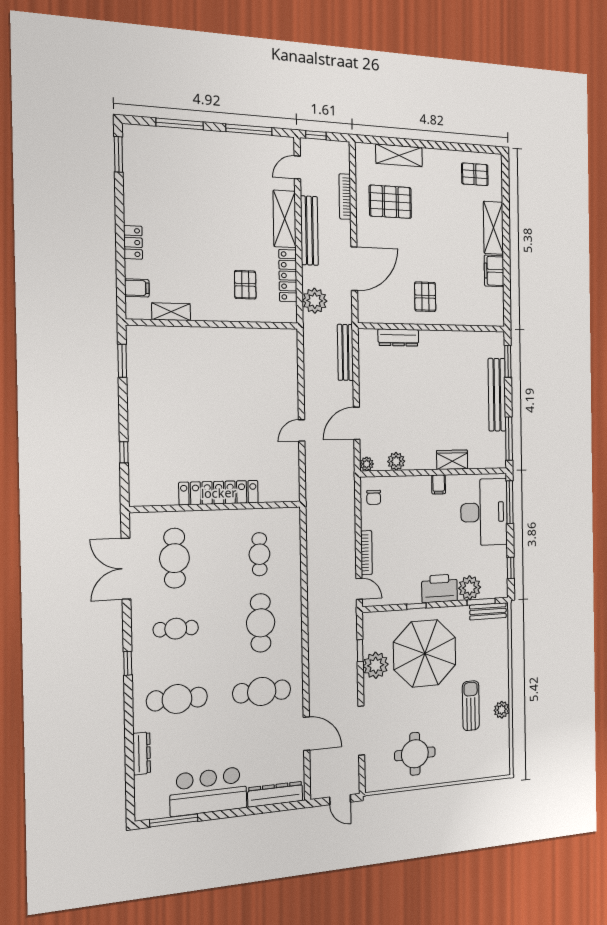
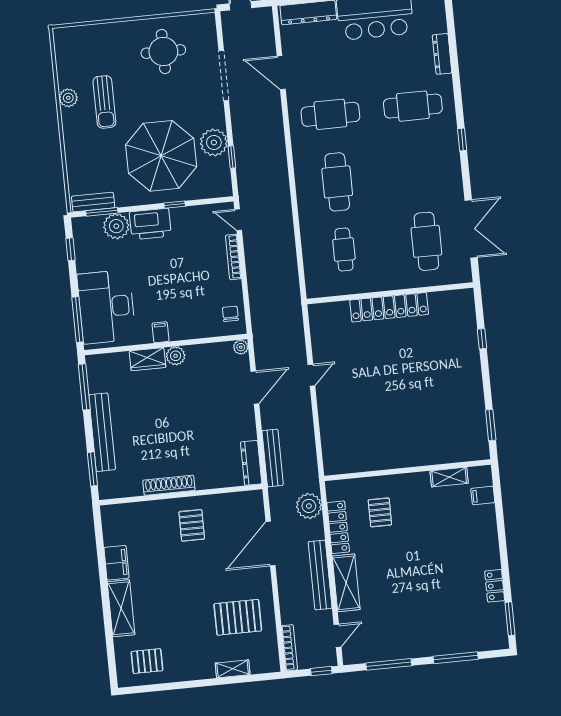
shelving: (399, 155) -> (233, 669), width x0.67, depth x0.75
bookcase: (345, 197) -> (289, 648), moved
locker: (133, 242) -> (495, 586), moved
dresser: (398, 338) -> (251, 463), moved, turned -90
shoe rack: (443, 338) -> (169, 485), added
plant: (396, 461) -> (176, 356), moved
cafe table: (176, 629) -> (420, 174), removed

